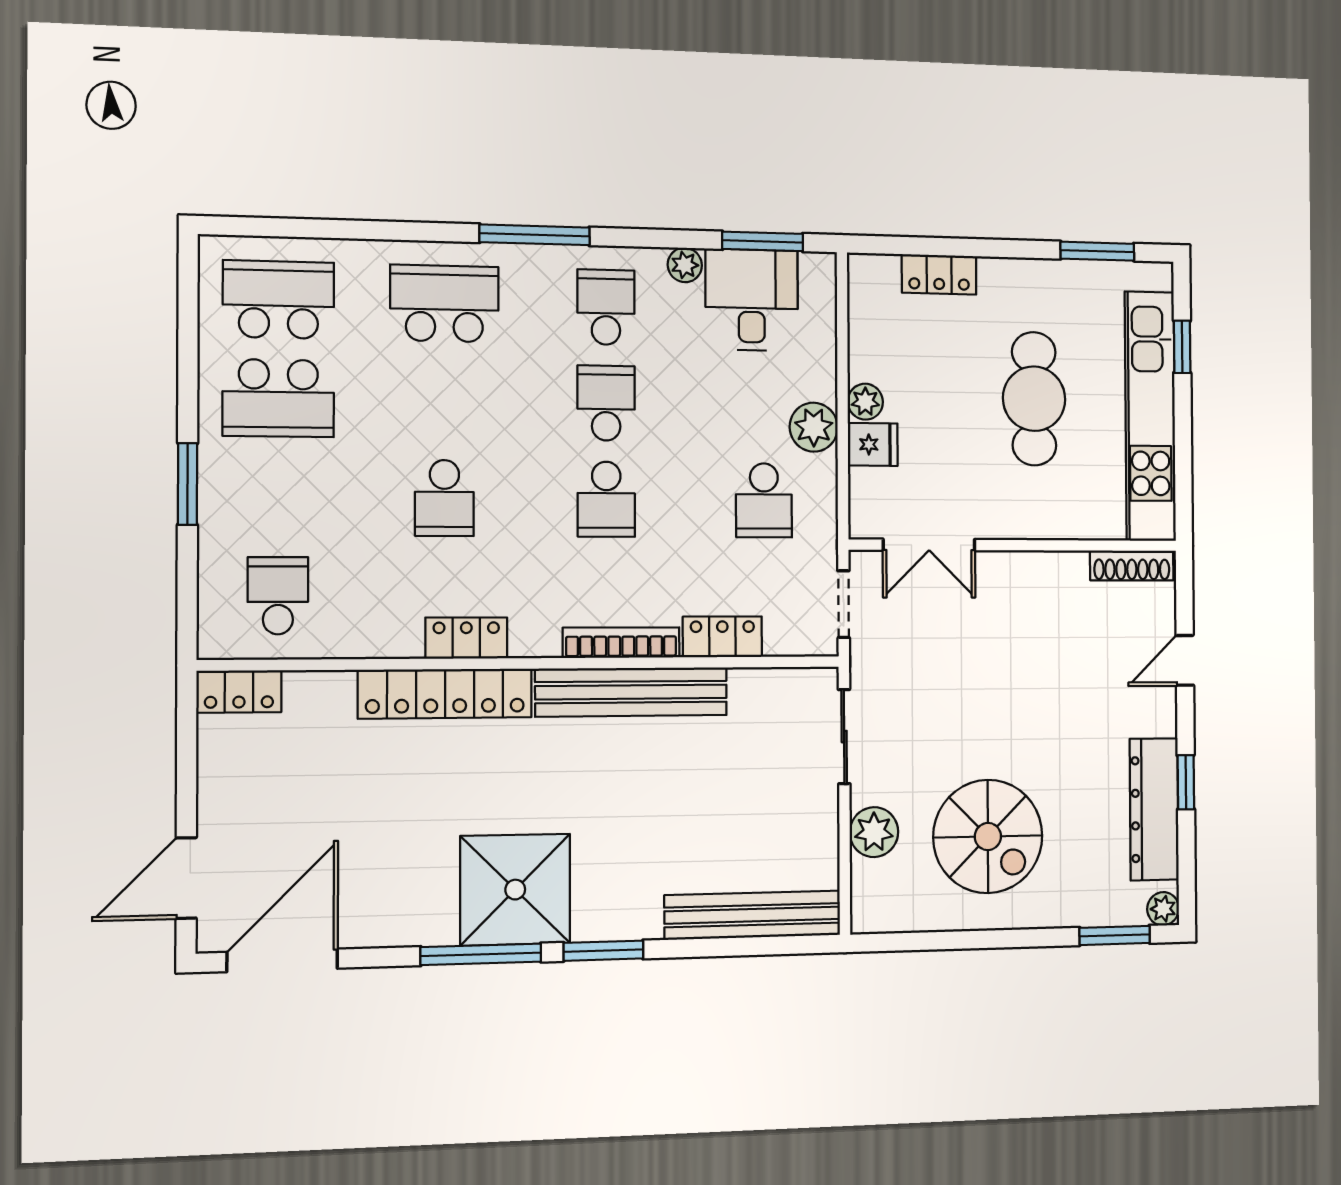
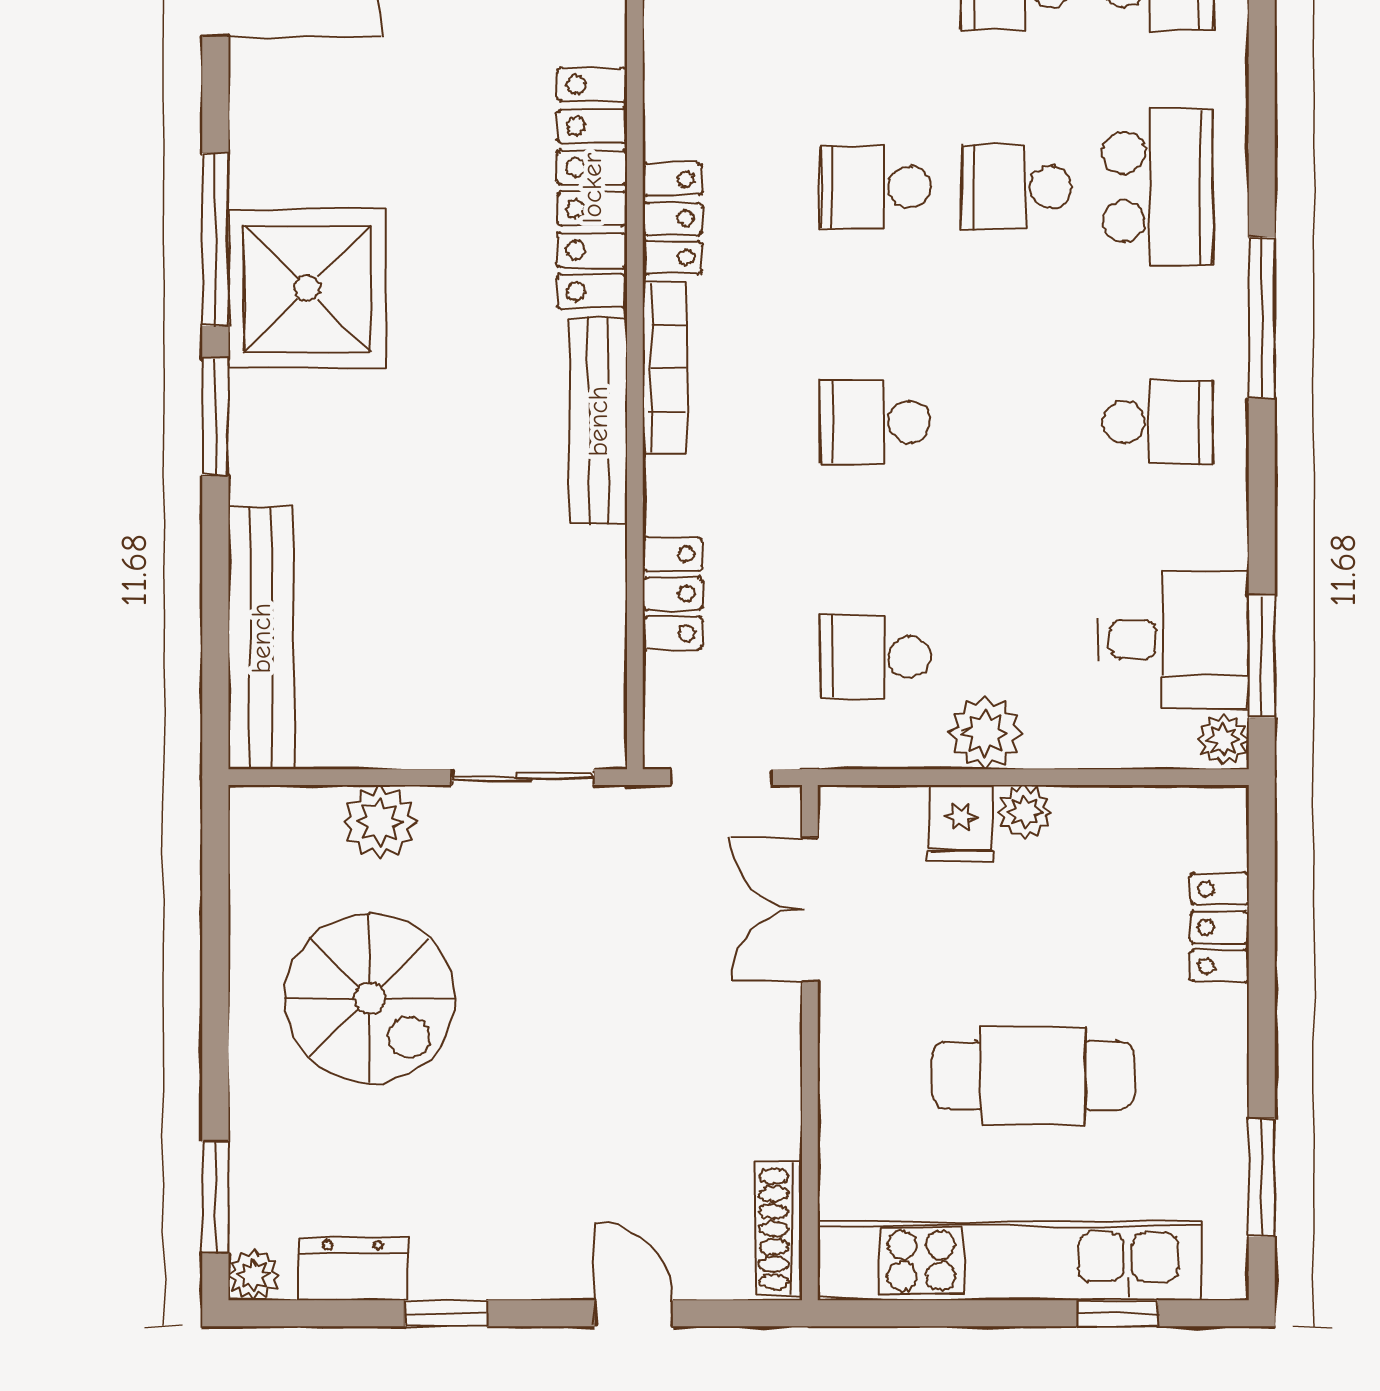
plant: (685, 265) -> (1223, 740), moved
school desk: (606, 403) -> (1016, 187), moved, turned 180
bookcase: (621, 643) -> (665, 368), moved
bench: (631, 692) -> (598, 421), width x0.73, depth x0.82
dresser: (1154, 809) -> (353, 1269), width x0.51, depth x0.80
spiral stairs: (988, 836) -> (370, 998), turned -90

